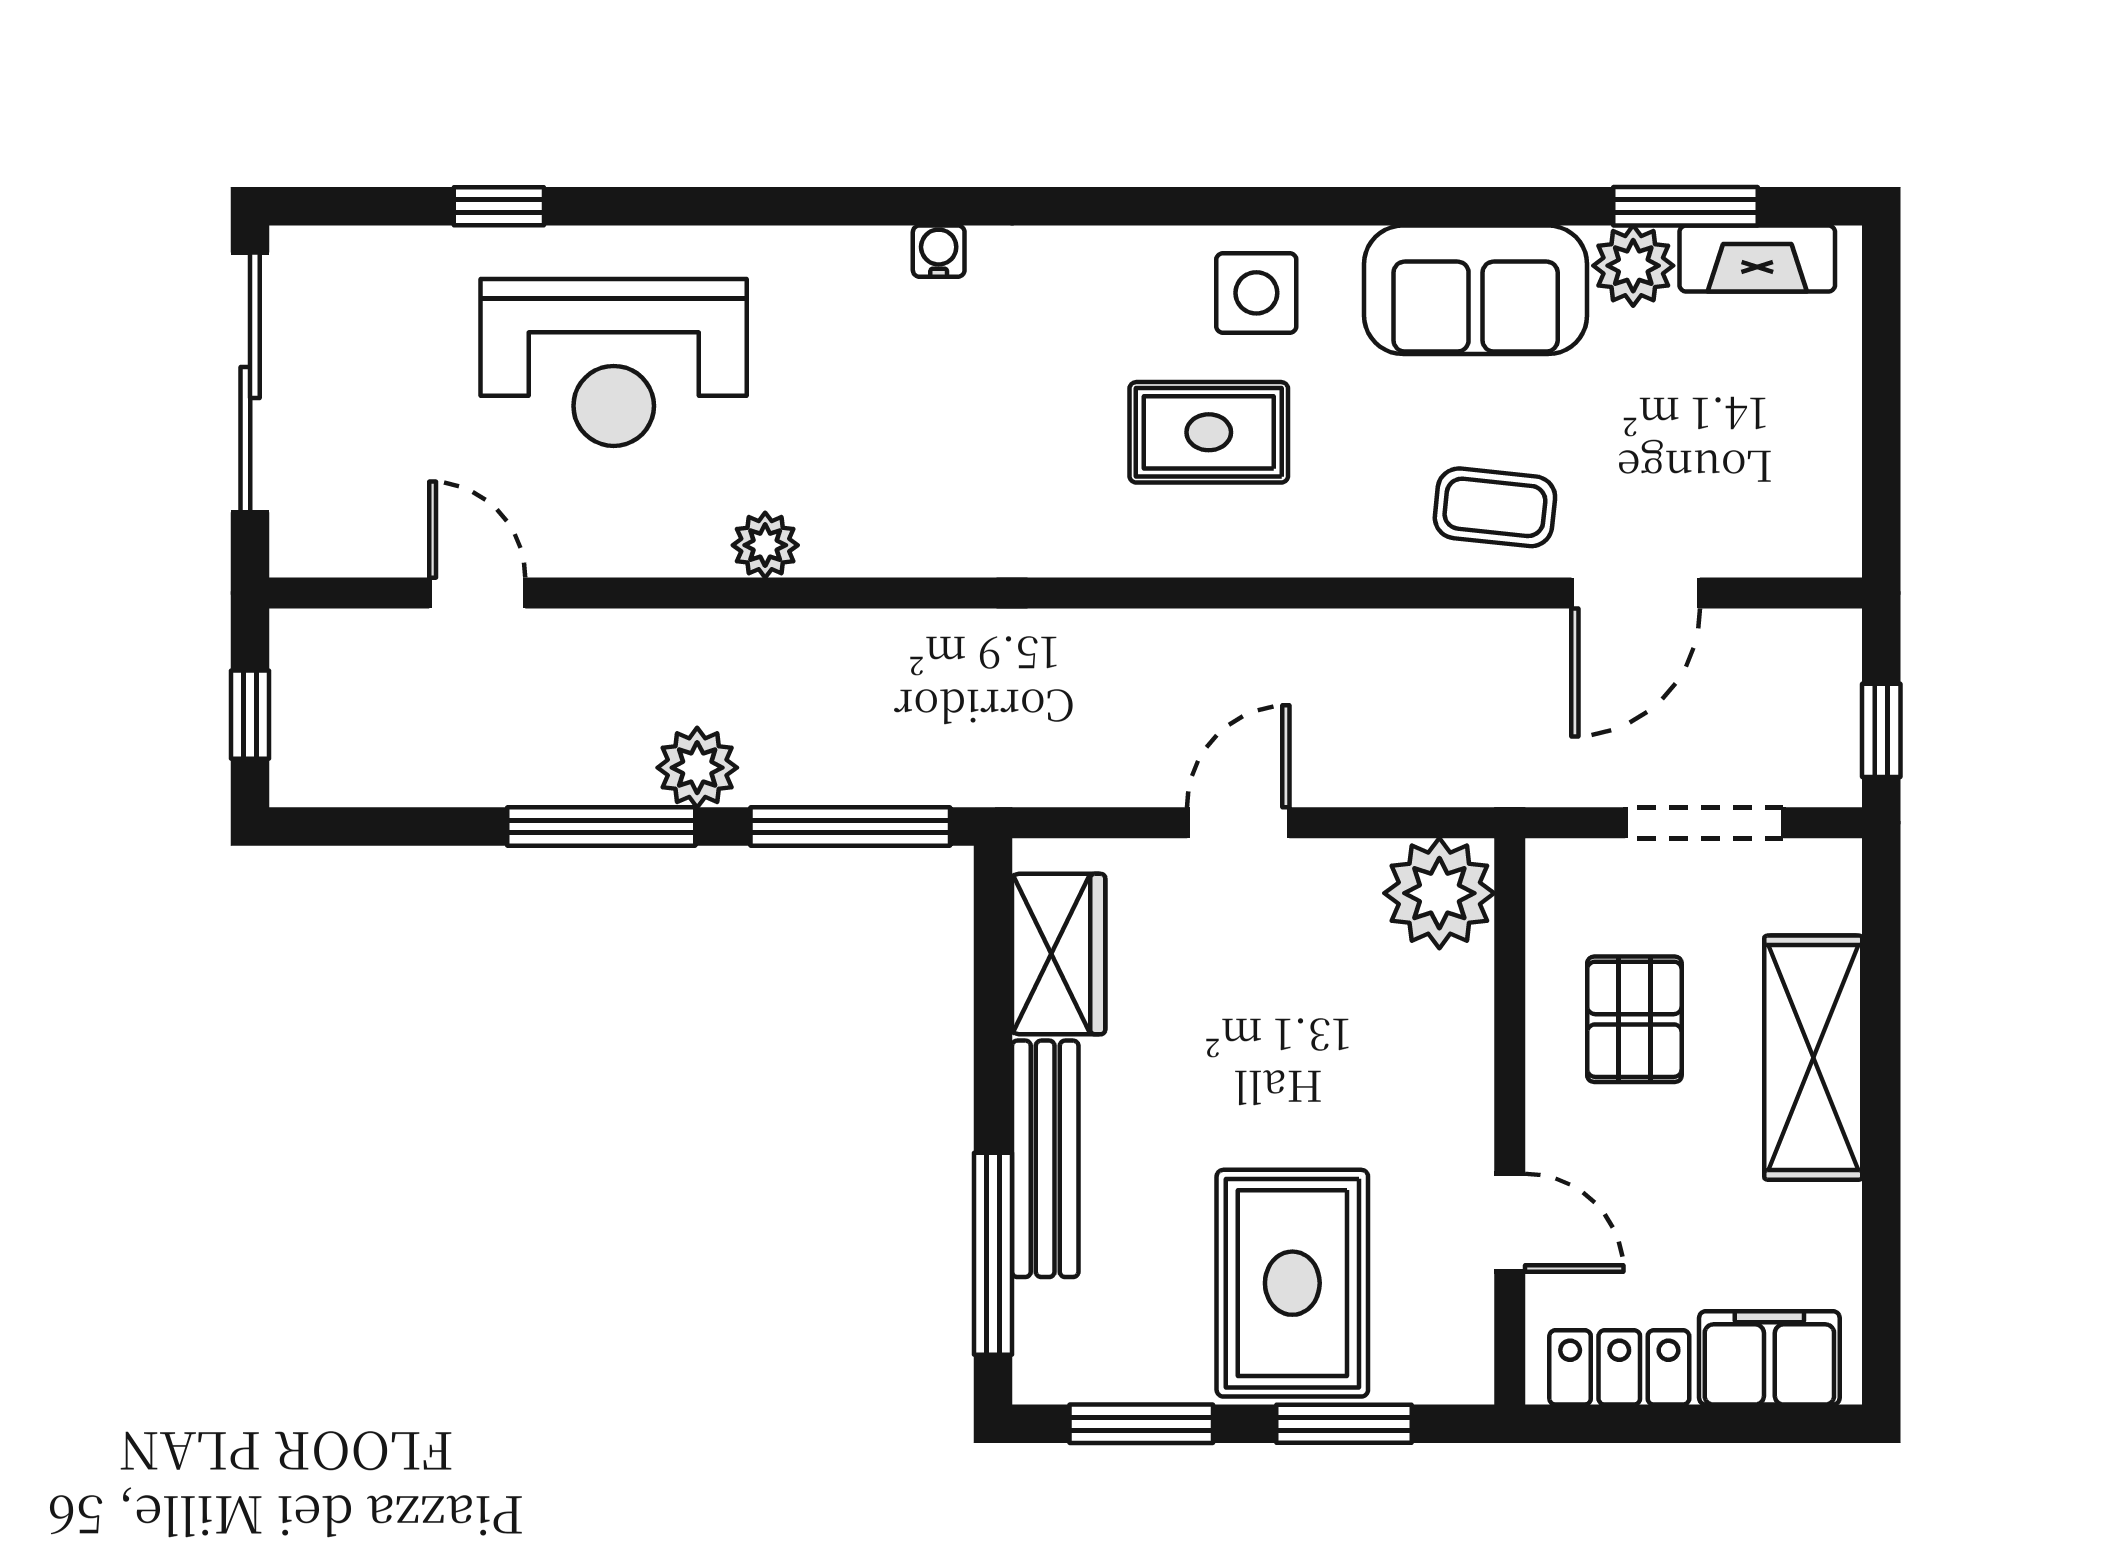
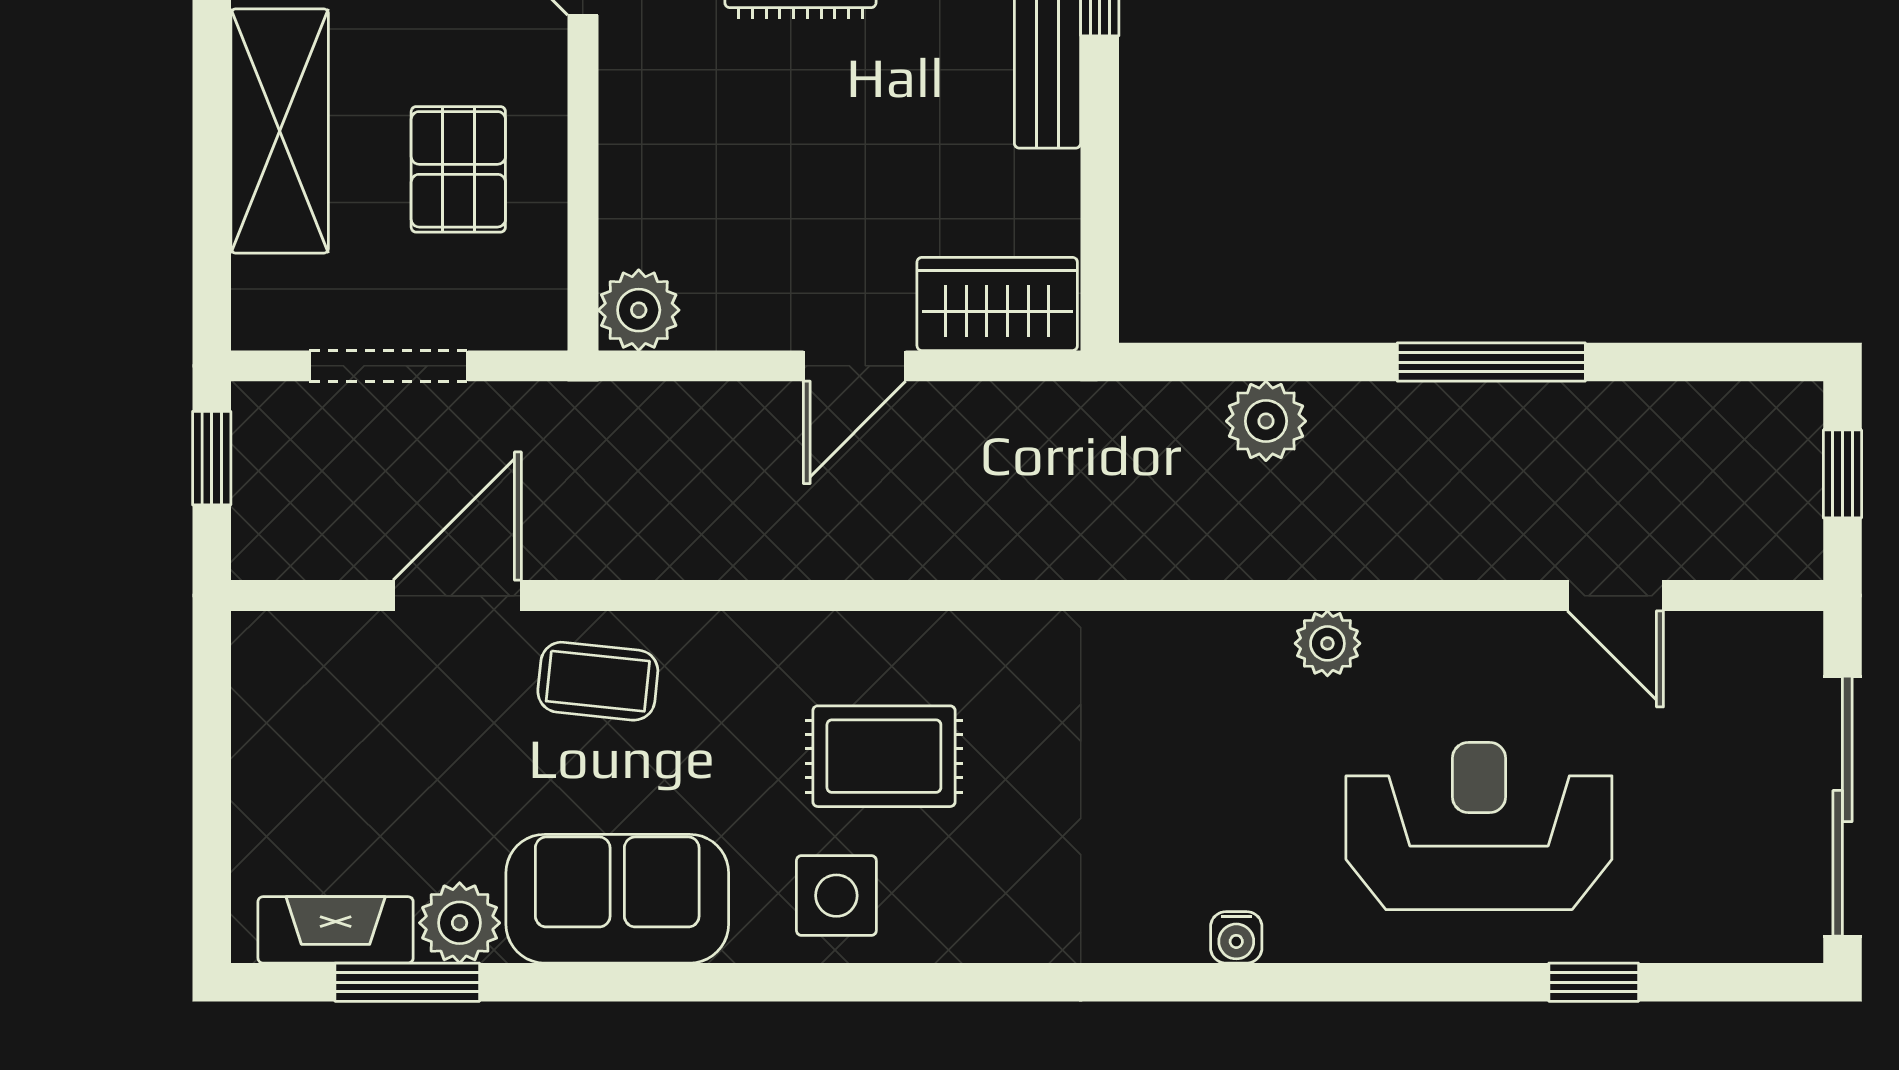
water cooler: (939, 251) -> (1236, 937), moved
plant: (697, 768) -> (1266, 421), moved
window: (850, 827) -> (1242, 362), removed
plant: (1439, 893) -> (639, 310), width x0.73, depth x0.73
wardrobe: (1059, 954) -> (997, 304), moved, turned 90

